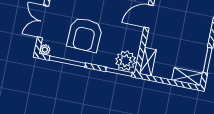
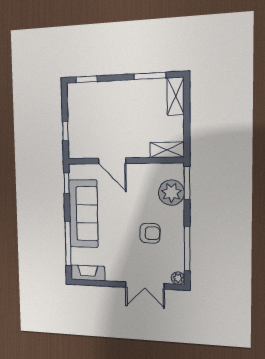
armchair: (85, 35) -> (150, 233), width x0.53, depth x0.53
plant: (126, 61) -> (171, 193), moved

